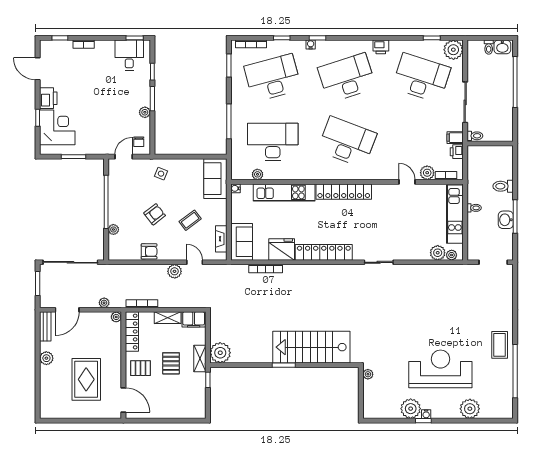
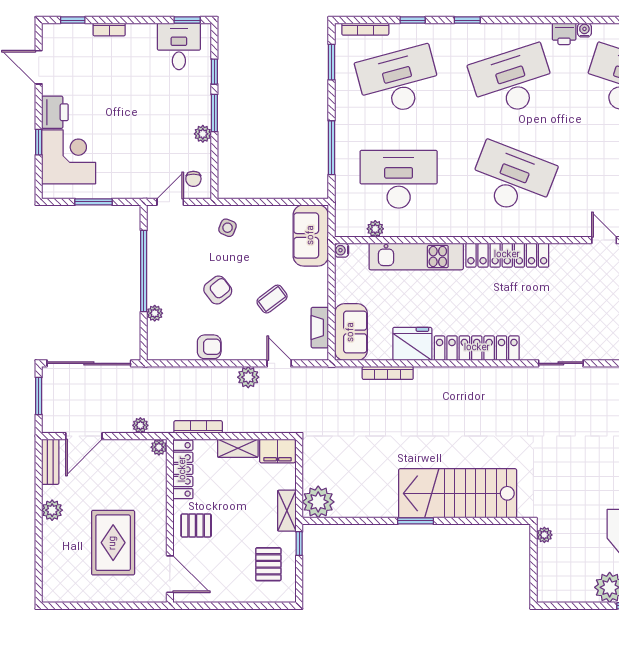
water cooler: (311, 44) -> (584, 30), moved
pallet: (171, 363) -> (268, 564), moved

